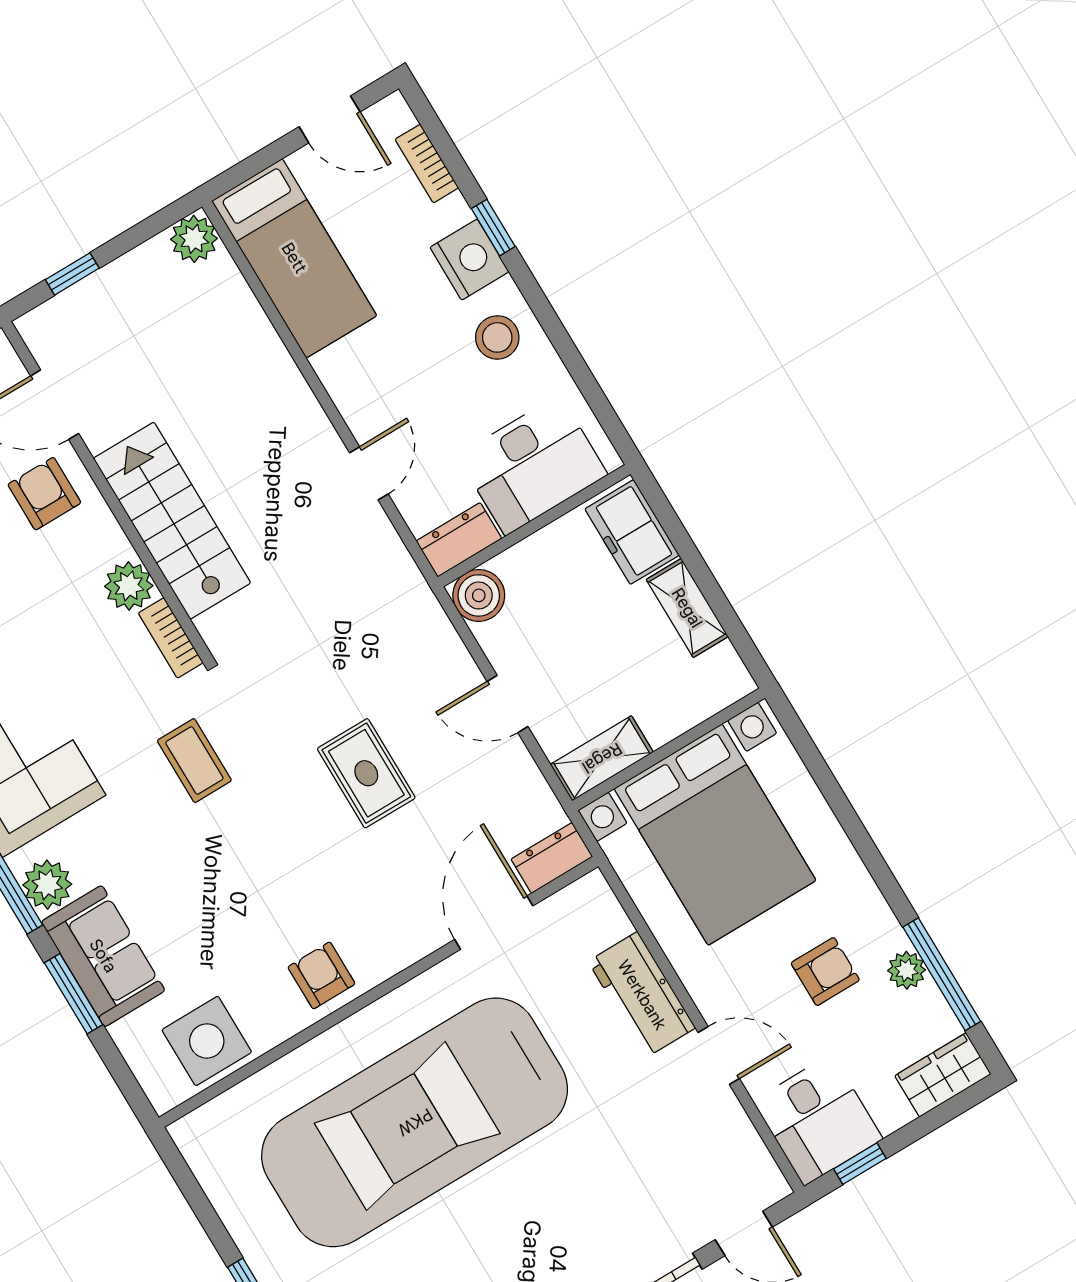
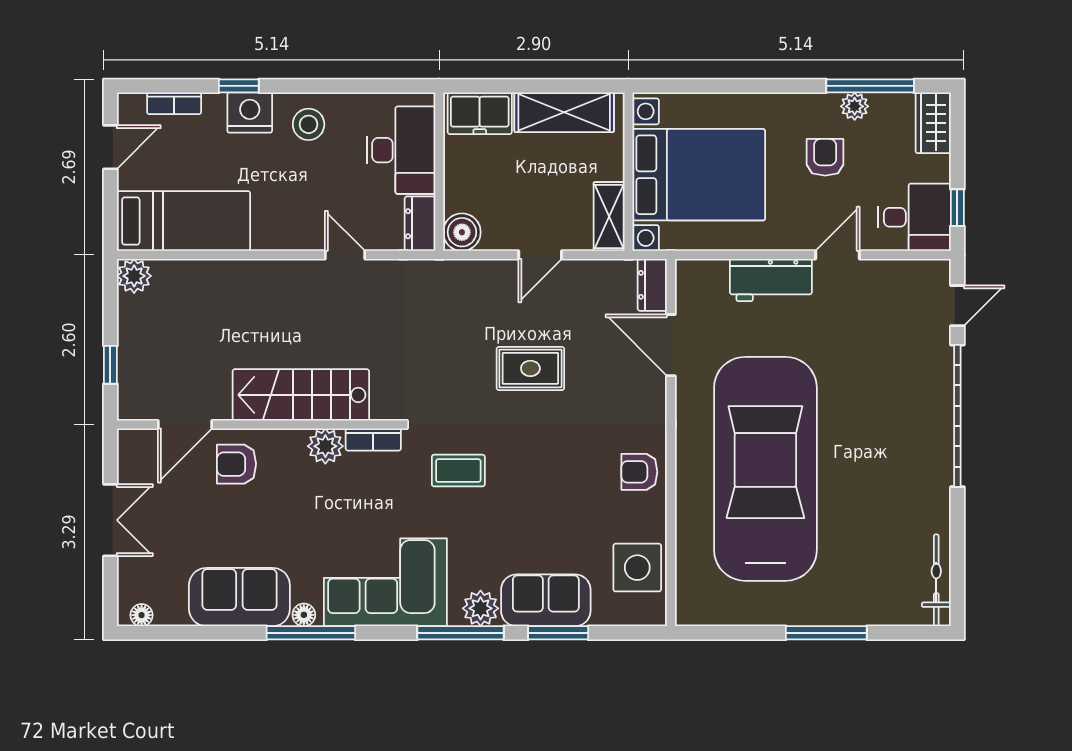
shelving: (687, 608) -> (564, 112), width x1.50, depth x1.33
car: (415, 1122) -> (765, 469), turned 180

